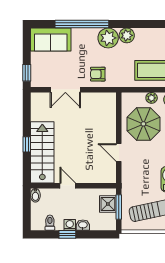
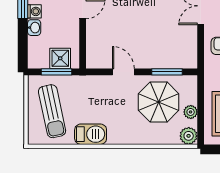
window: (119, 117) -> (167, 72), added
door: (119, 153) -> (123, 72), hinge flipped

